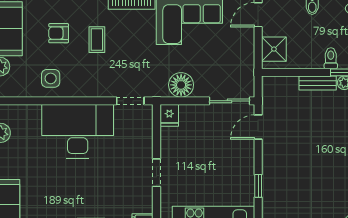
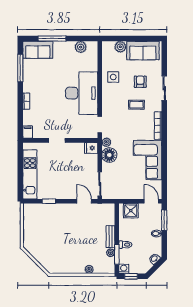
plant: (160, 90) -> (106, 142), added

